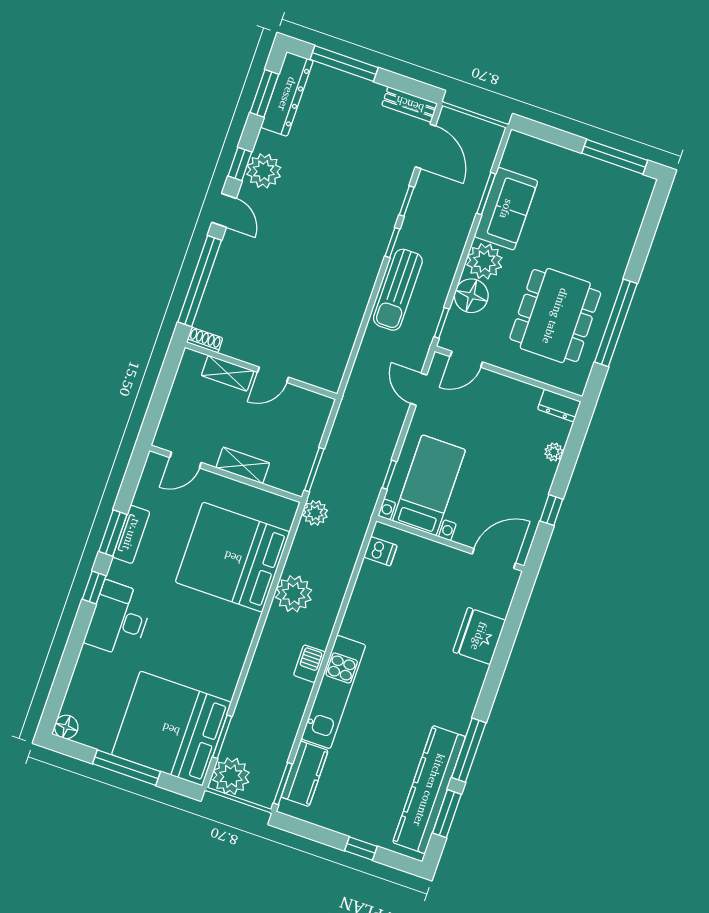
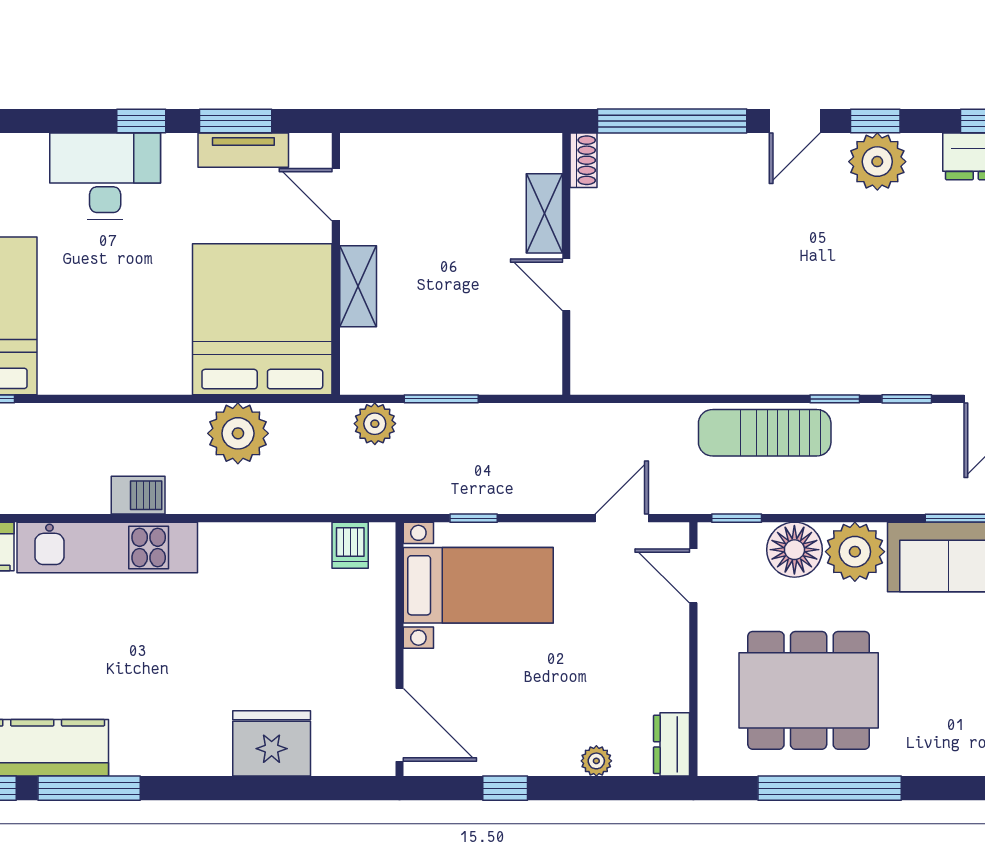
door: (186, 460) -> (336, 195), moved
shelving: (243, 465) -> (358, 286), moved
wall: (226, 474) -> (336, 264), moved

